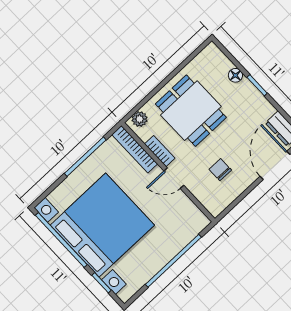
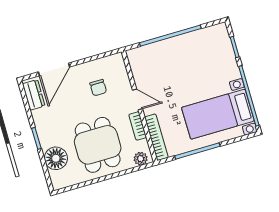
floor lamp: (235, 75) -> (56, 158), width x1.89, depth x1.89
bed with nightstands: (102, 225) -> (218, 114), width x0.54

